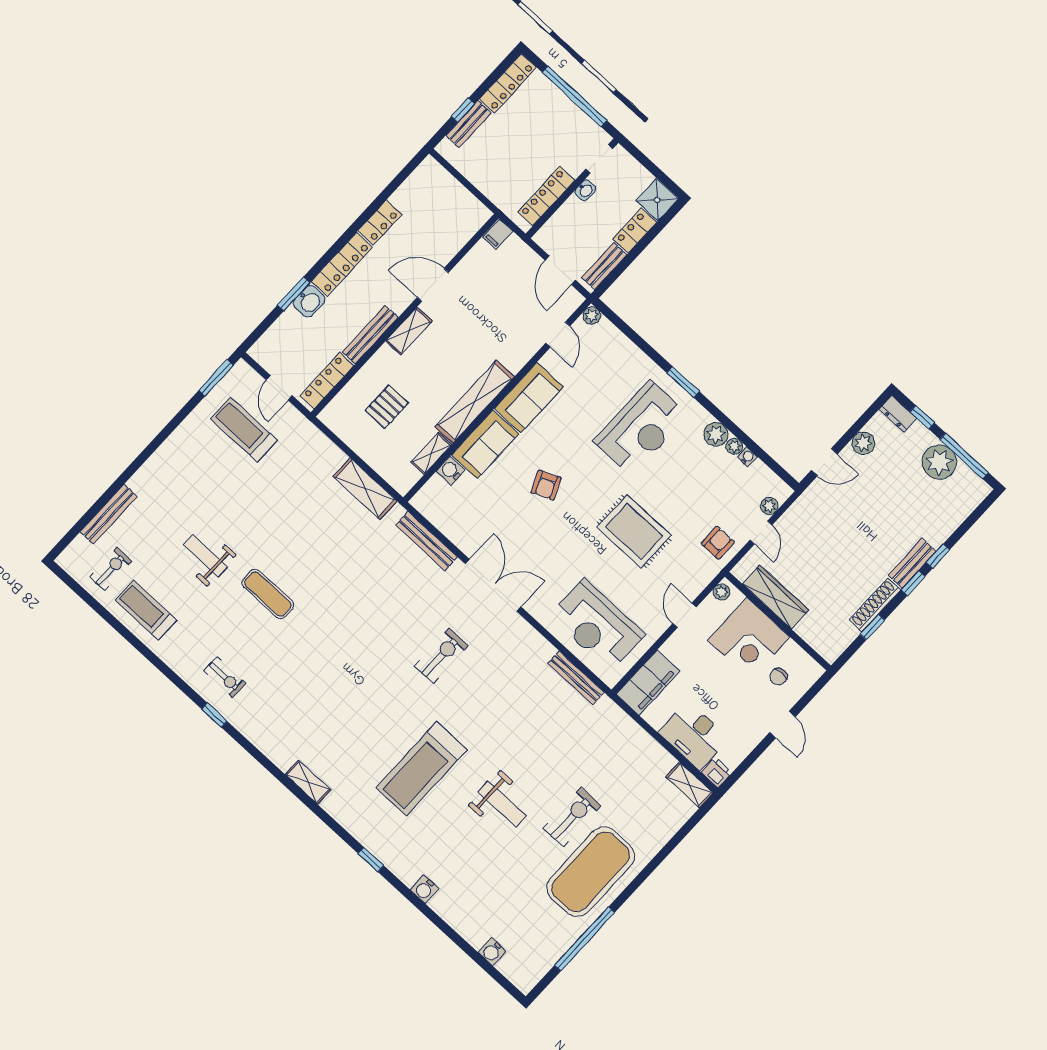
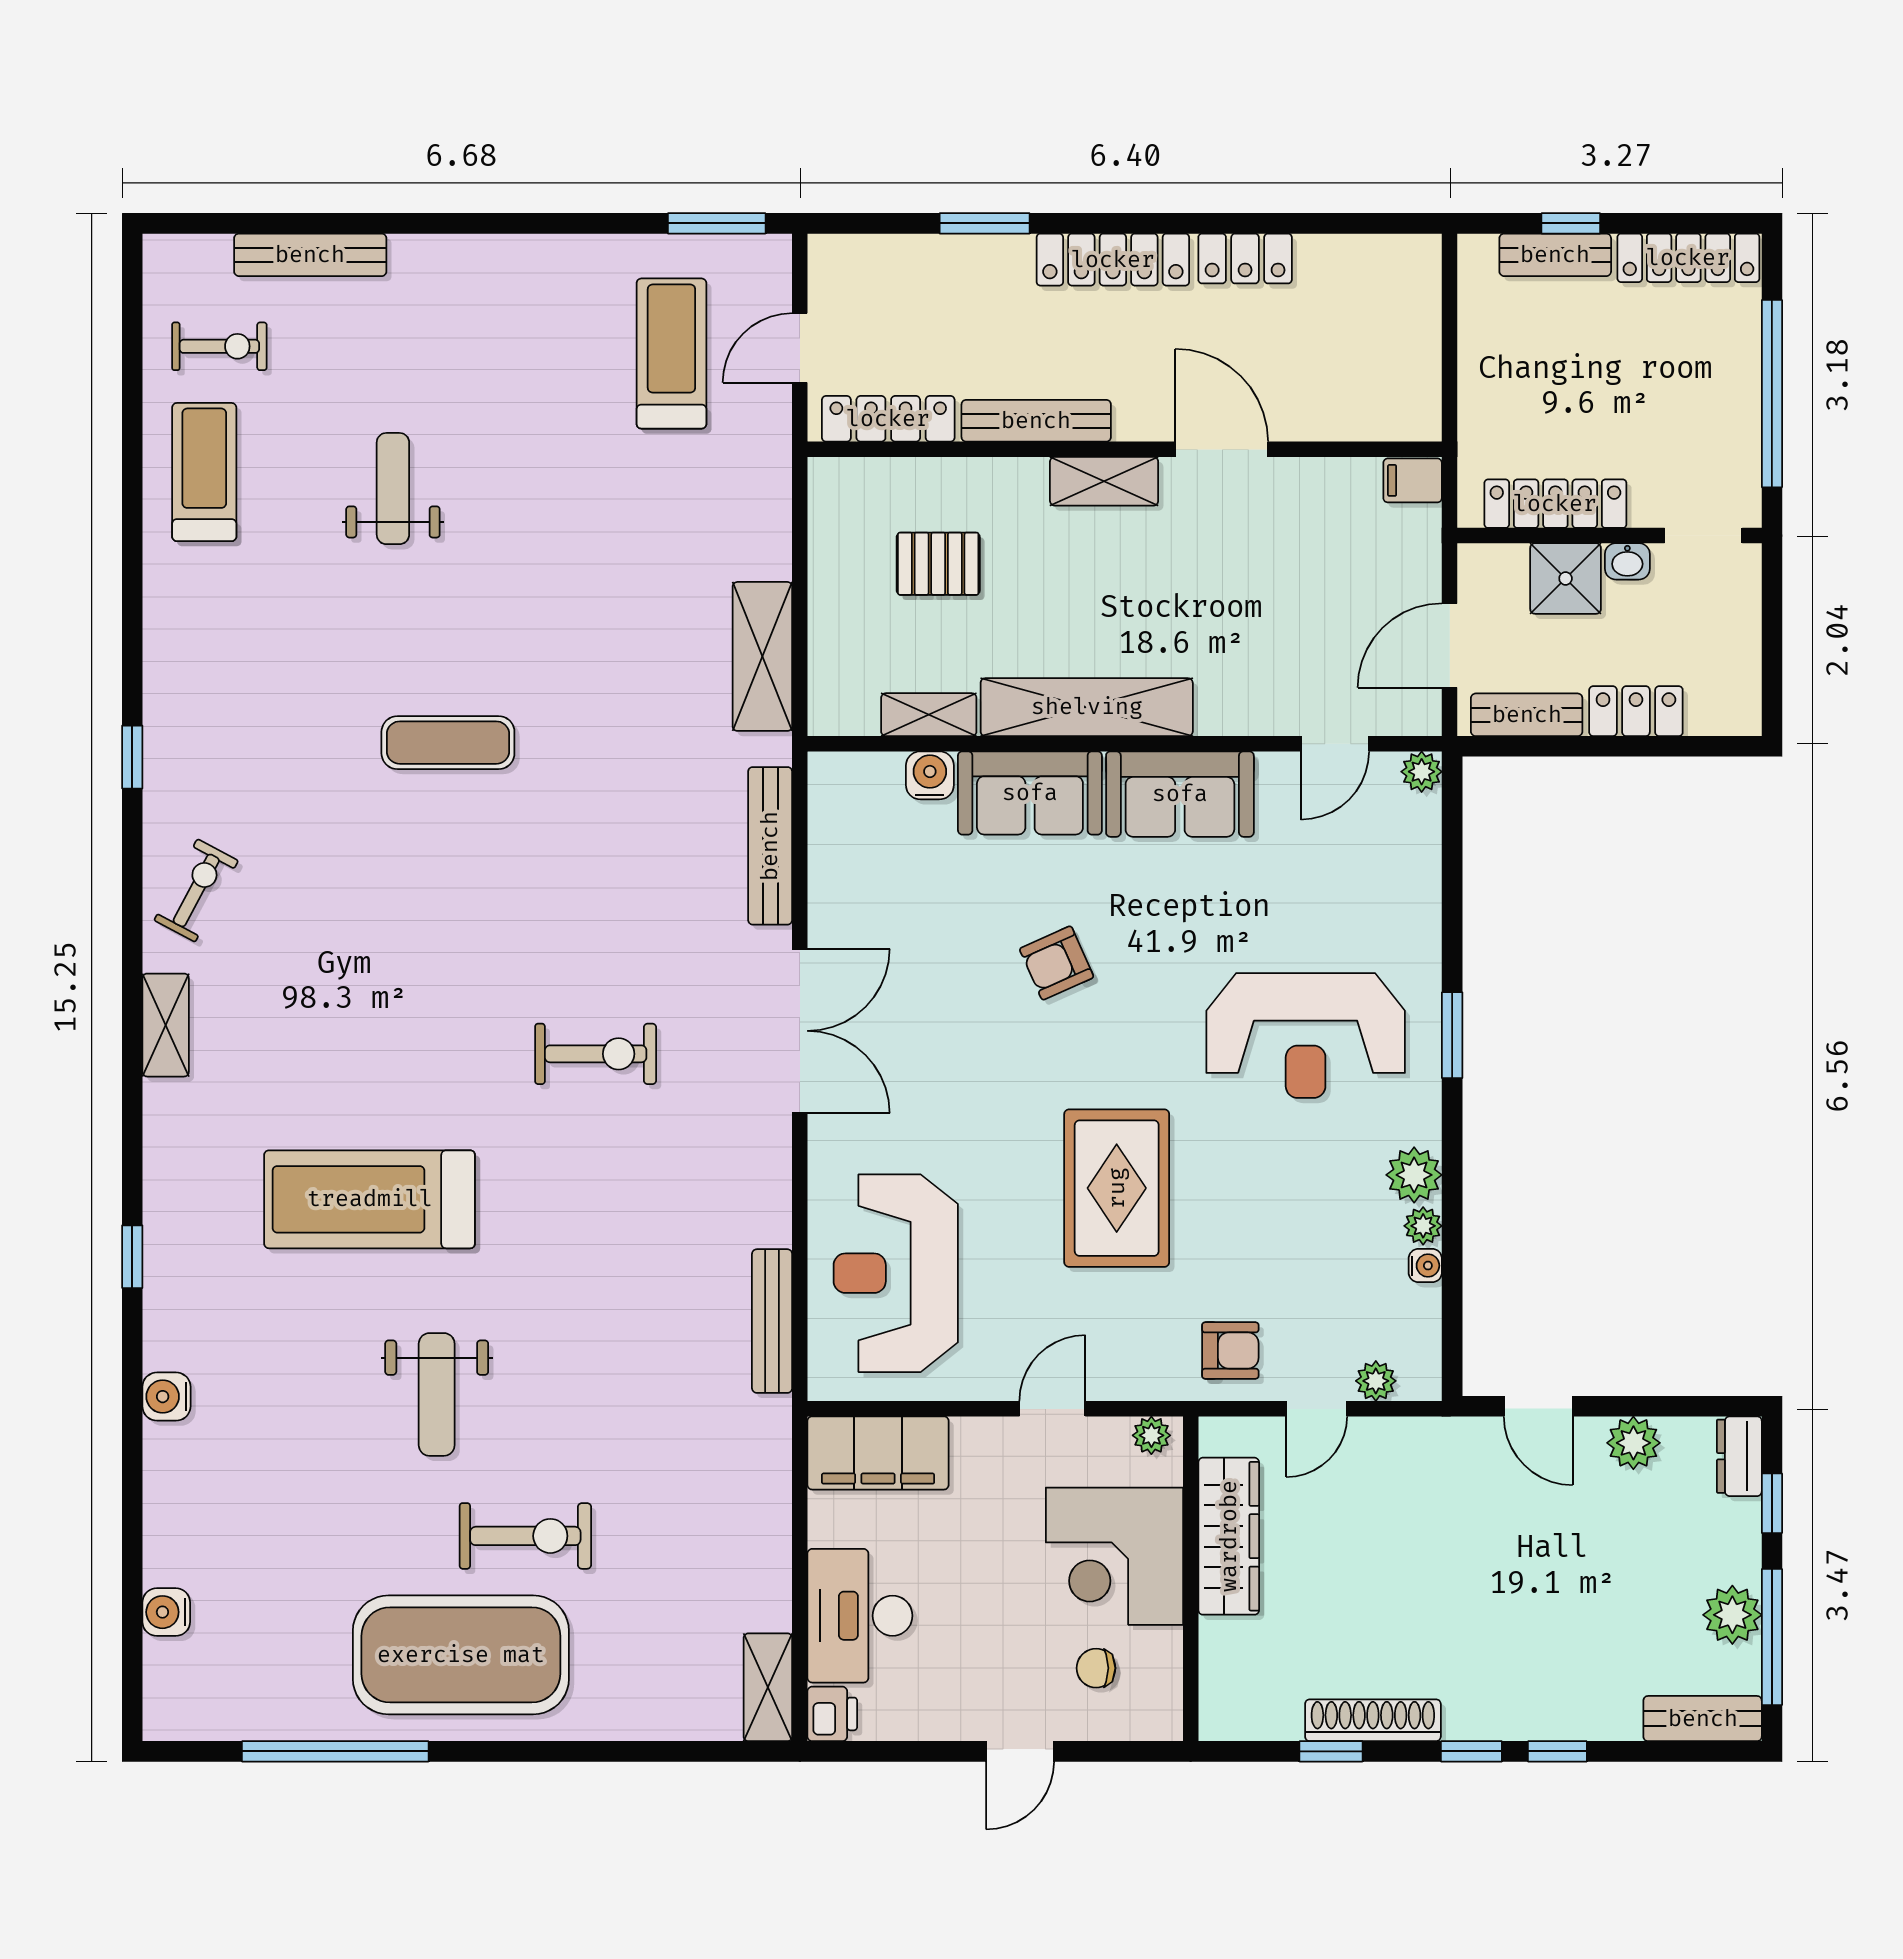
shower: (657, 200) -> (1566, 578), moved
washbasin: (309, 301) -> (996, 262), removed
plant: (939, 462) -> (1732, 1615), width x0.73, depth x0.73
bench: (912, 563) -> (1703, 1719), moved
exercise mat: (268, 594) -> (448, 743), moved, turned 90
exercise bike: (225, 677) -> (196, 890), moved, turned -152

